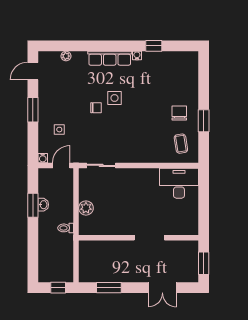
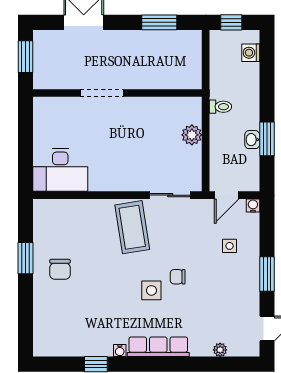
coffee table: (181, 144) -> (132, 227), moved, width x1.86, depth x1.72
washing machine: (44, 266) -> (251, 53), added

